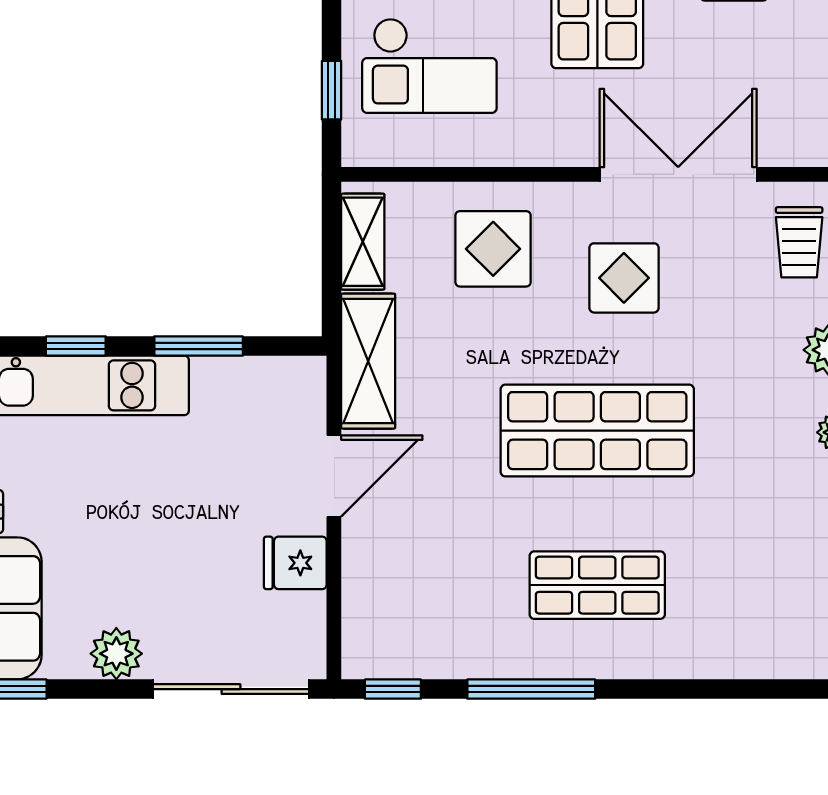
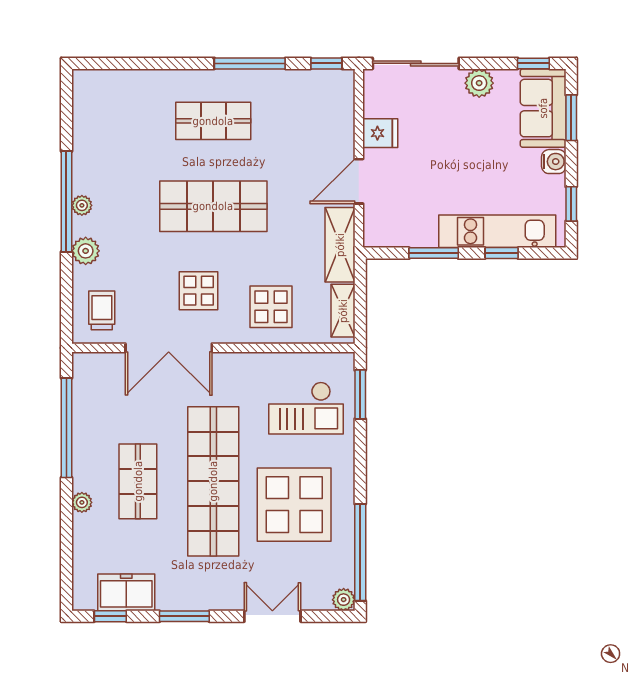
checkout: (429, 66) -> (306, 408), turned 180
window: (332, 90) -> (360, 394), width x1.50

